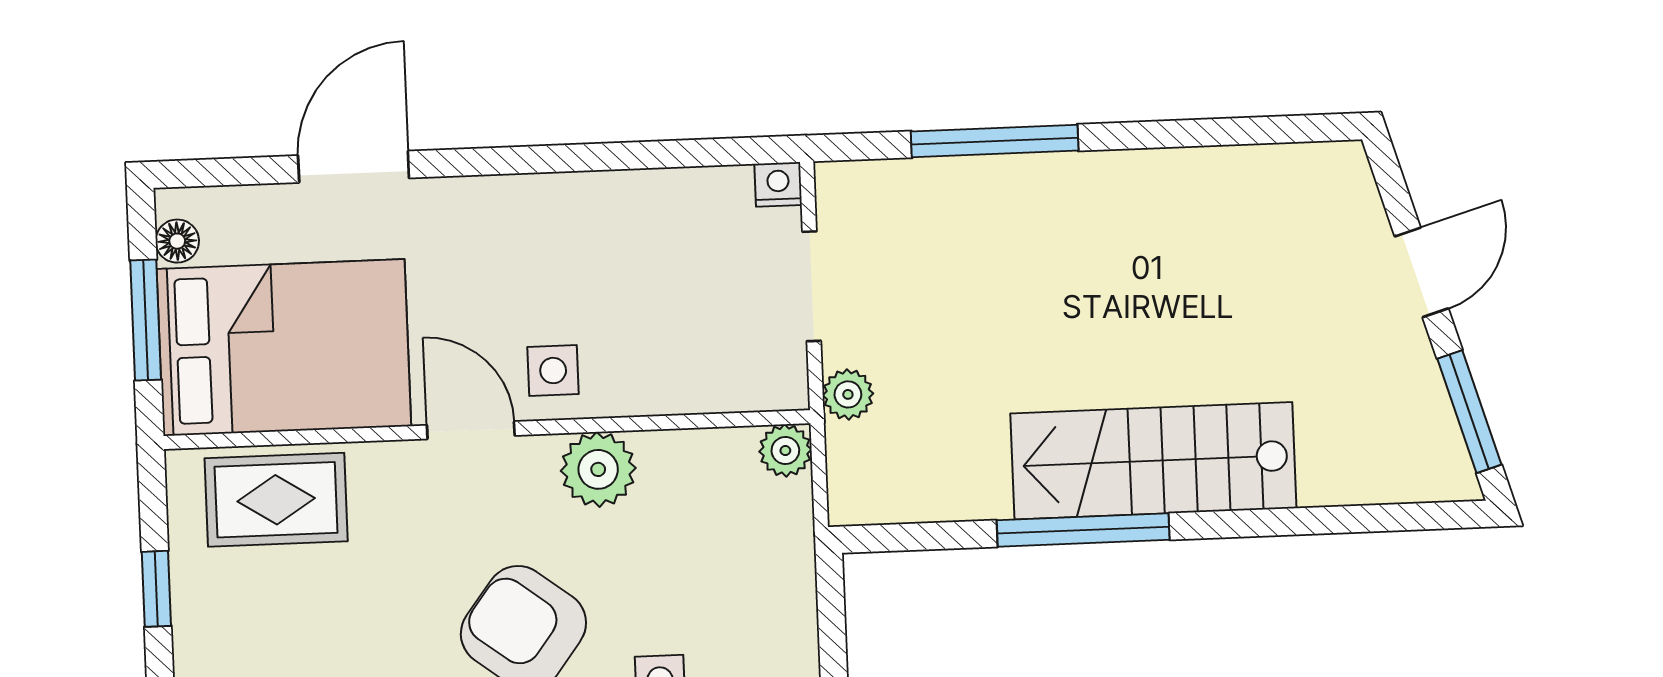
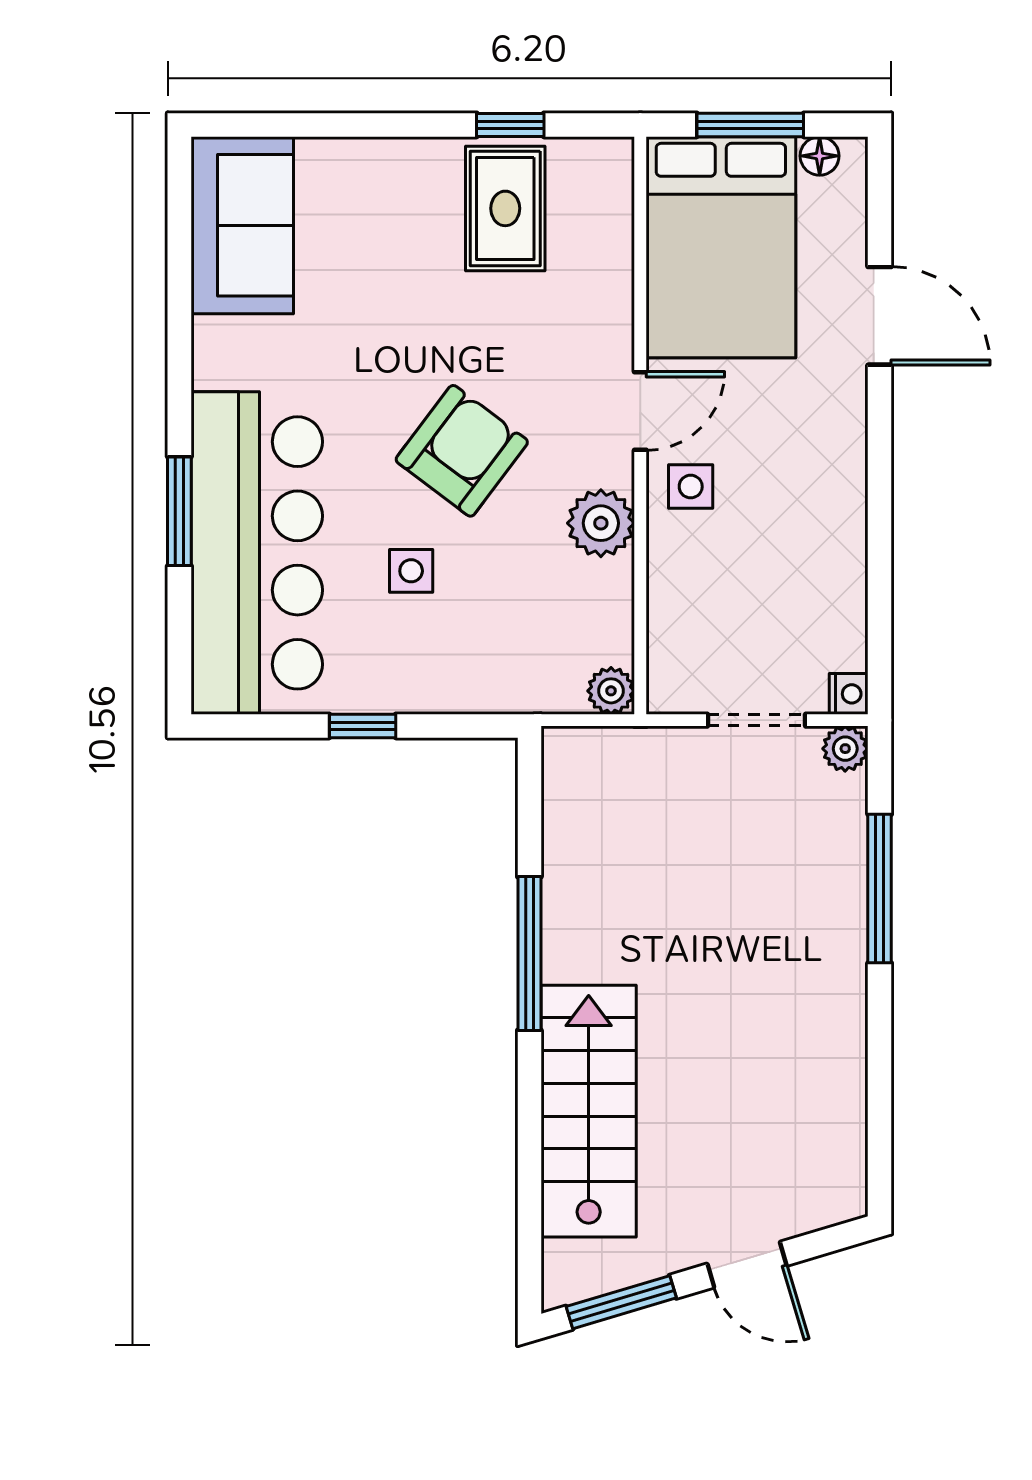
plant: (848, 394) -> (845, 749), moved
stairs: (1153, 461) -> (589, 1111), moved
rug: (276, 500) -> (505, 208), moved

